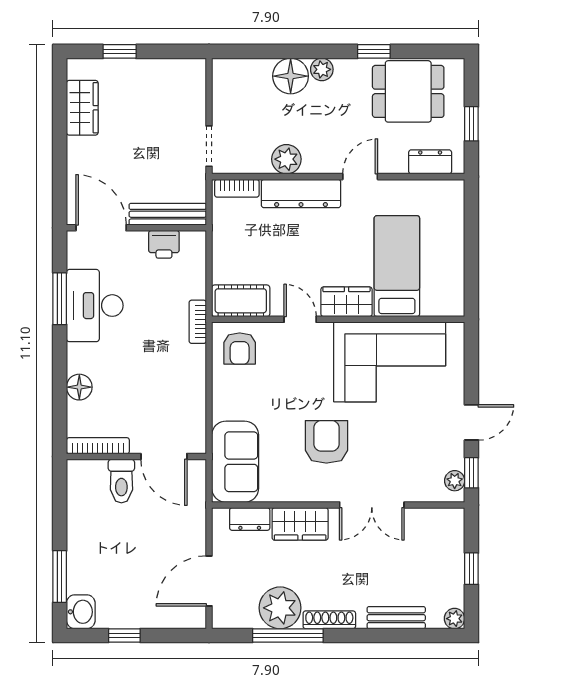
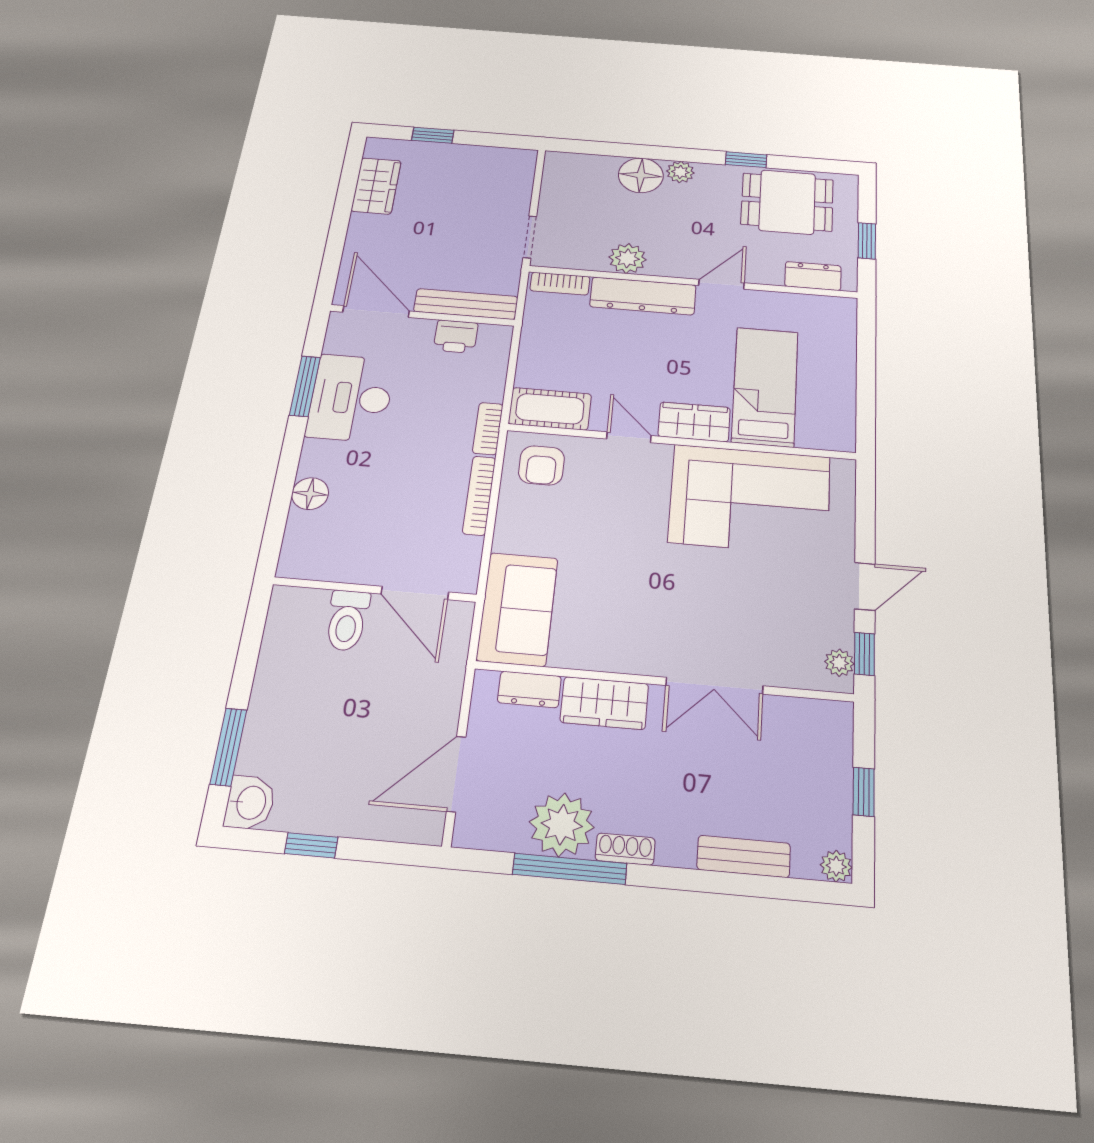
armchair: (326, 442) -> (653, 594), removed
bookcase: (98, 446) -> (479, 495), moved, turned -90
shoe rack: (329, 620) -> (625, 849), width x0.70

